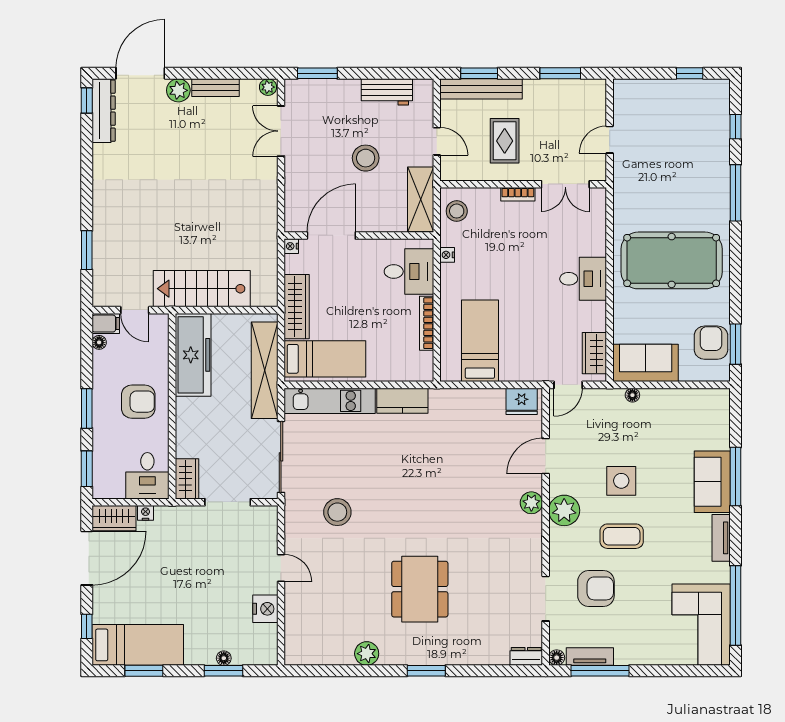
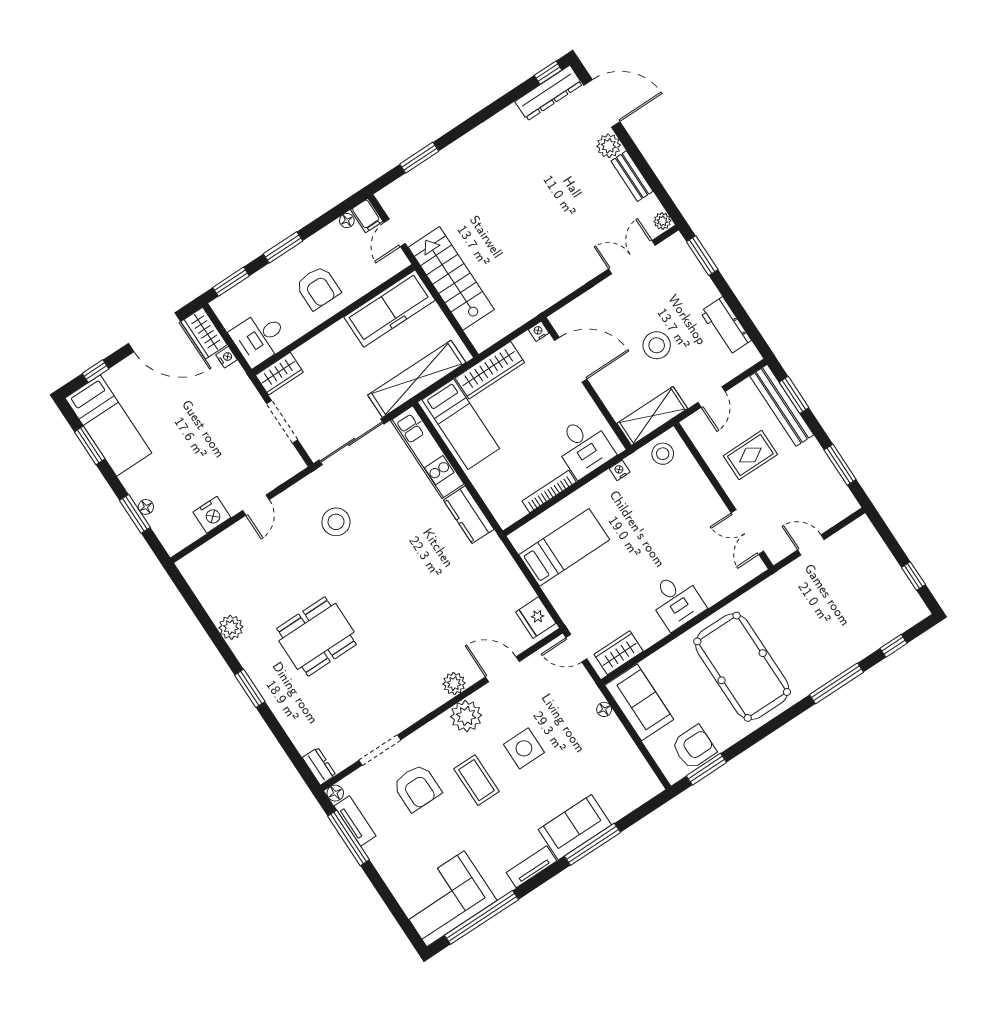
bookcase: (518, 194) -> (712, 497), removed

